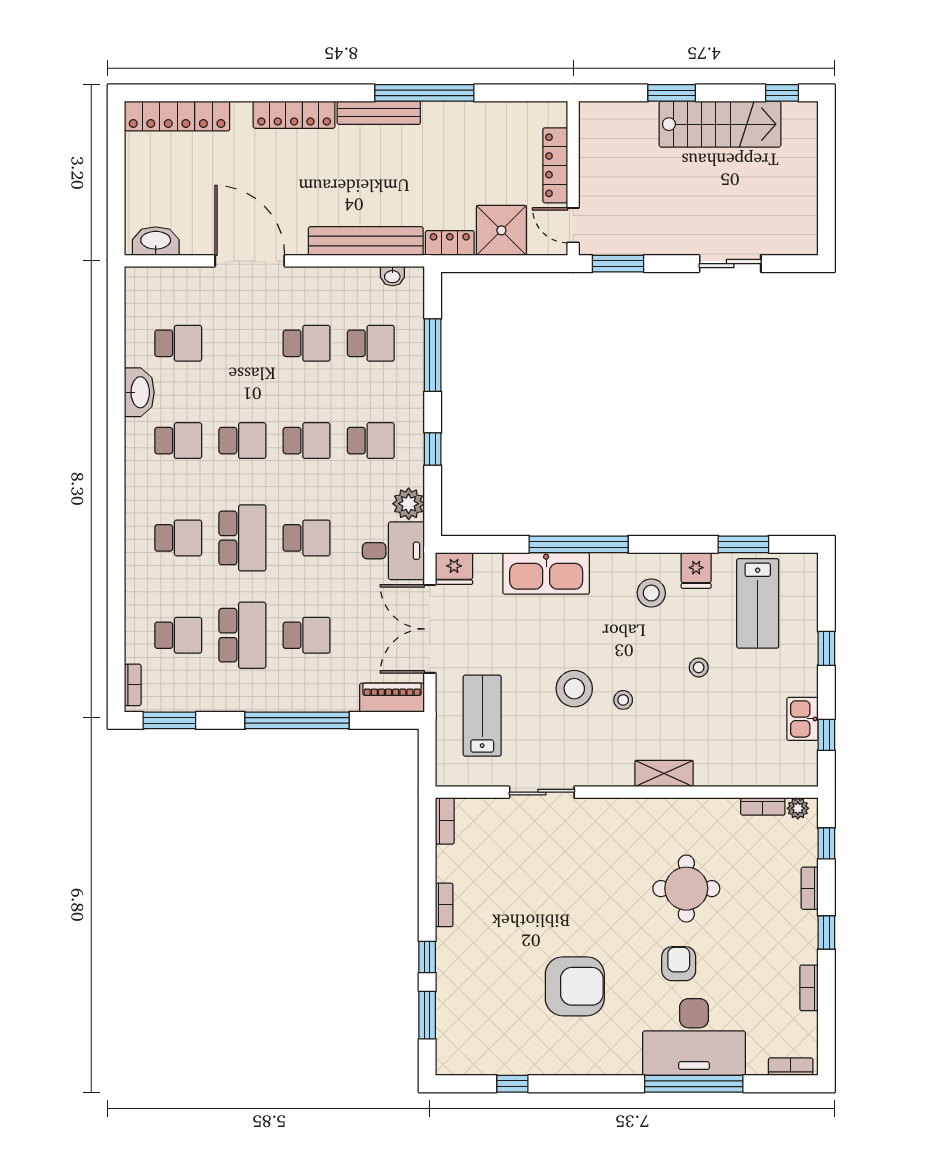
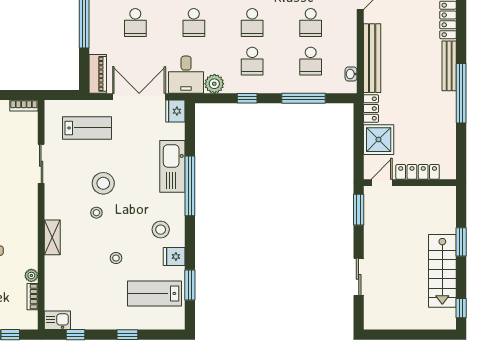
kitchen sink: (802, 719) -> (57, 320), moved
plant: (798, 808) -> (31, 275), moved

